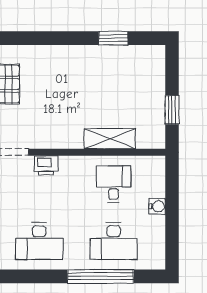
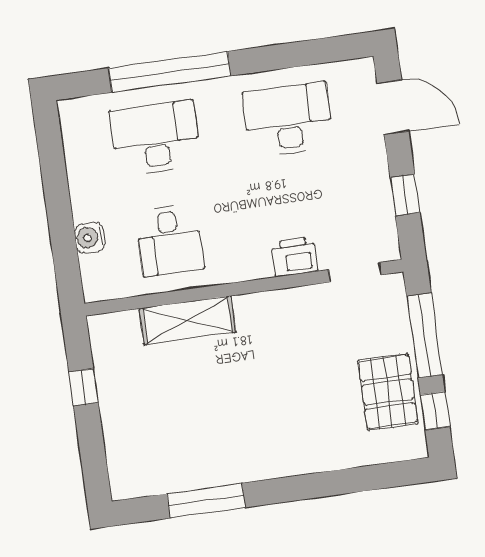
window: (113, 38) -> (206, 501), width x1.44
window: (172, 110) -> (84, 387), width x0.67
water cooler: (157, 206) -> (90, 238), moved

